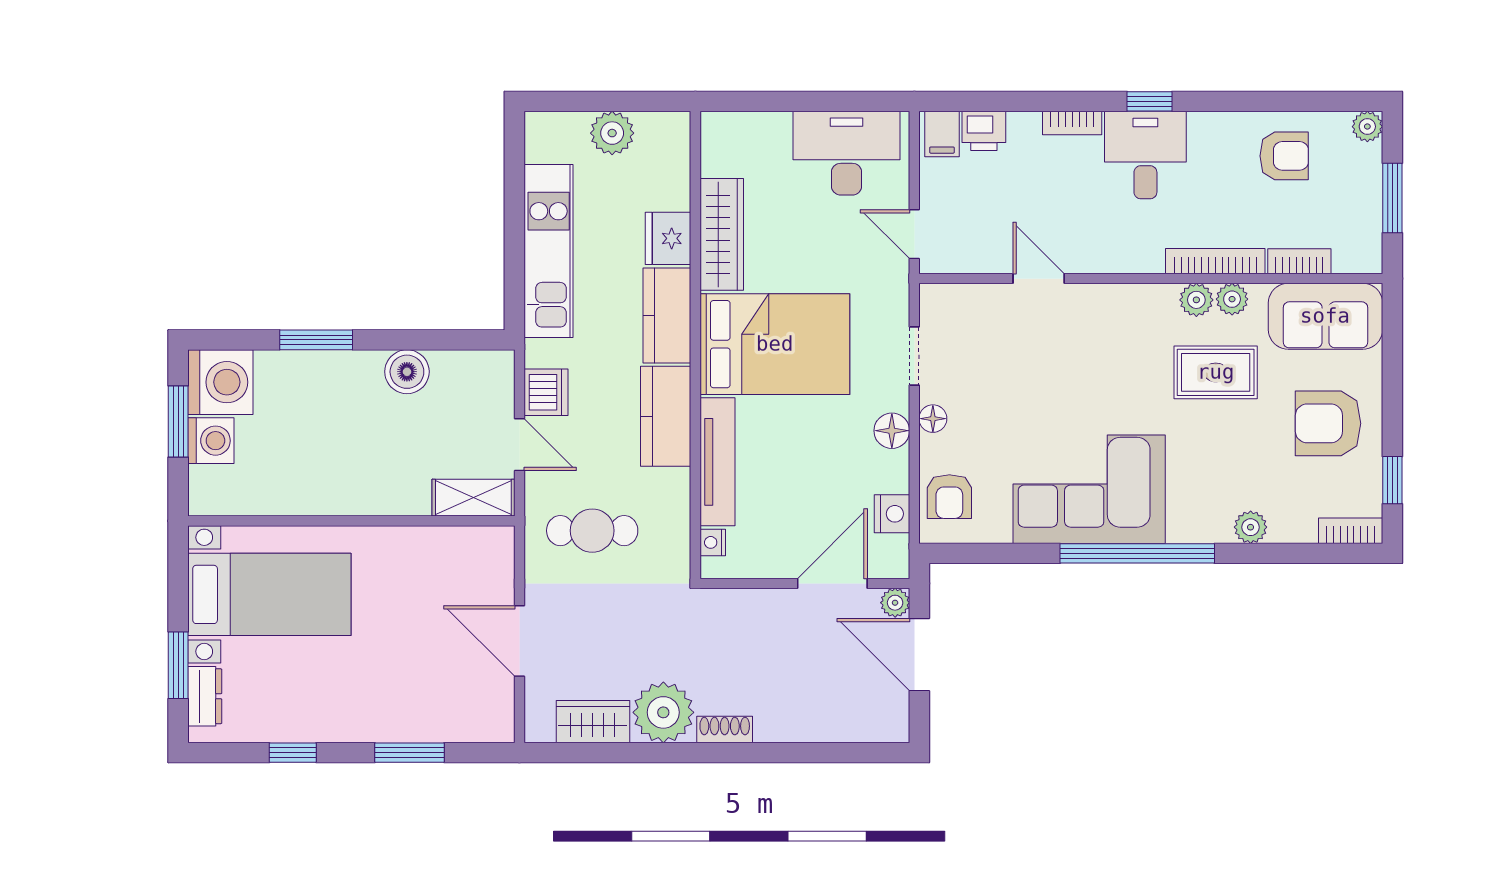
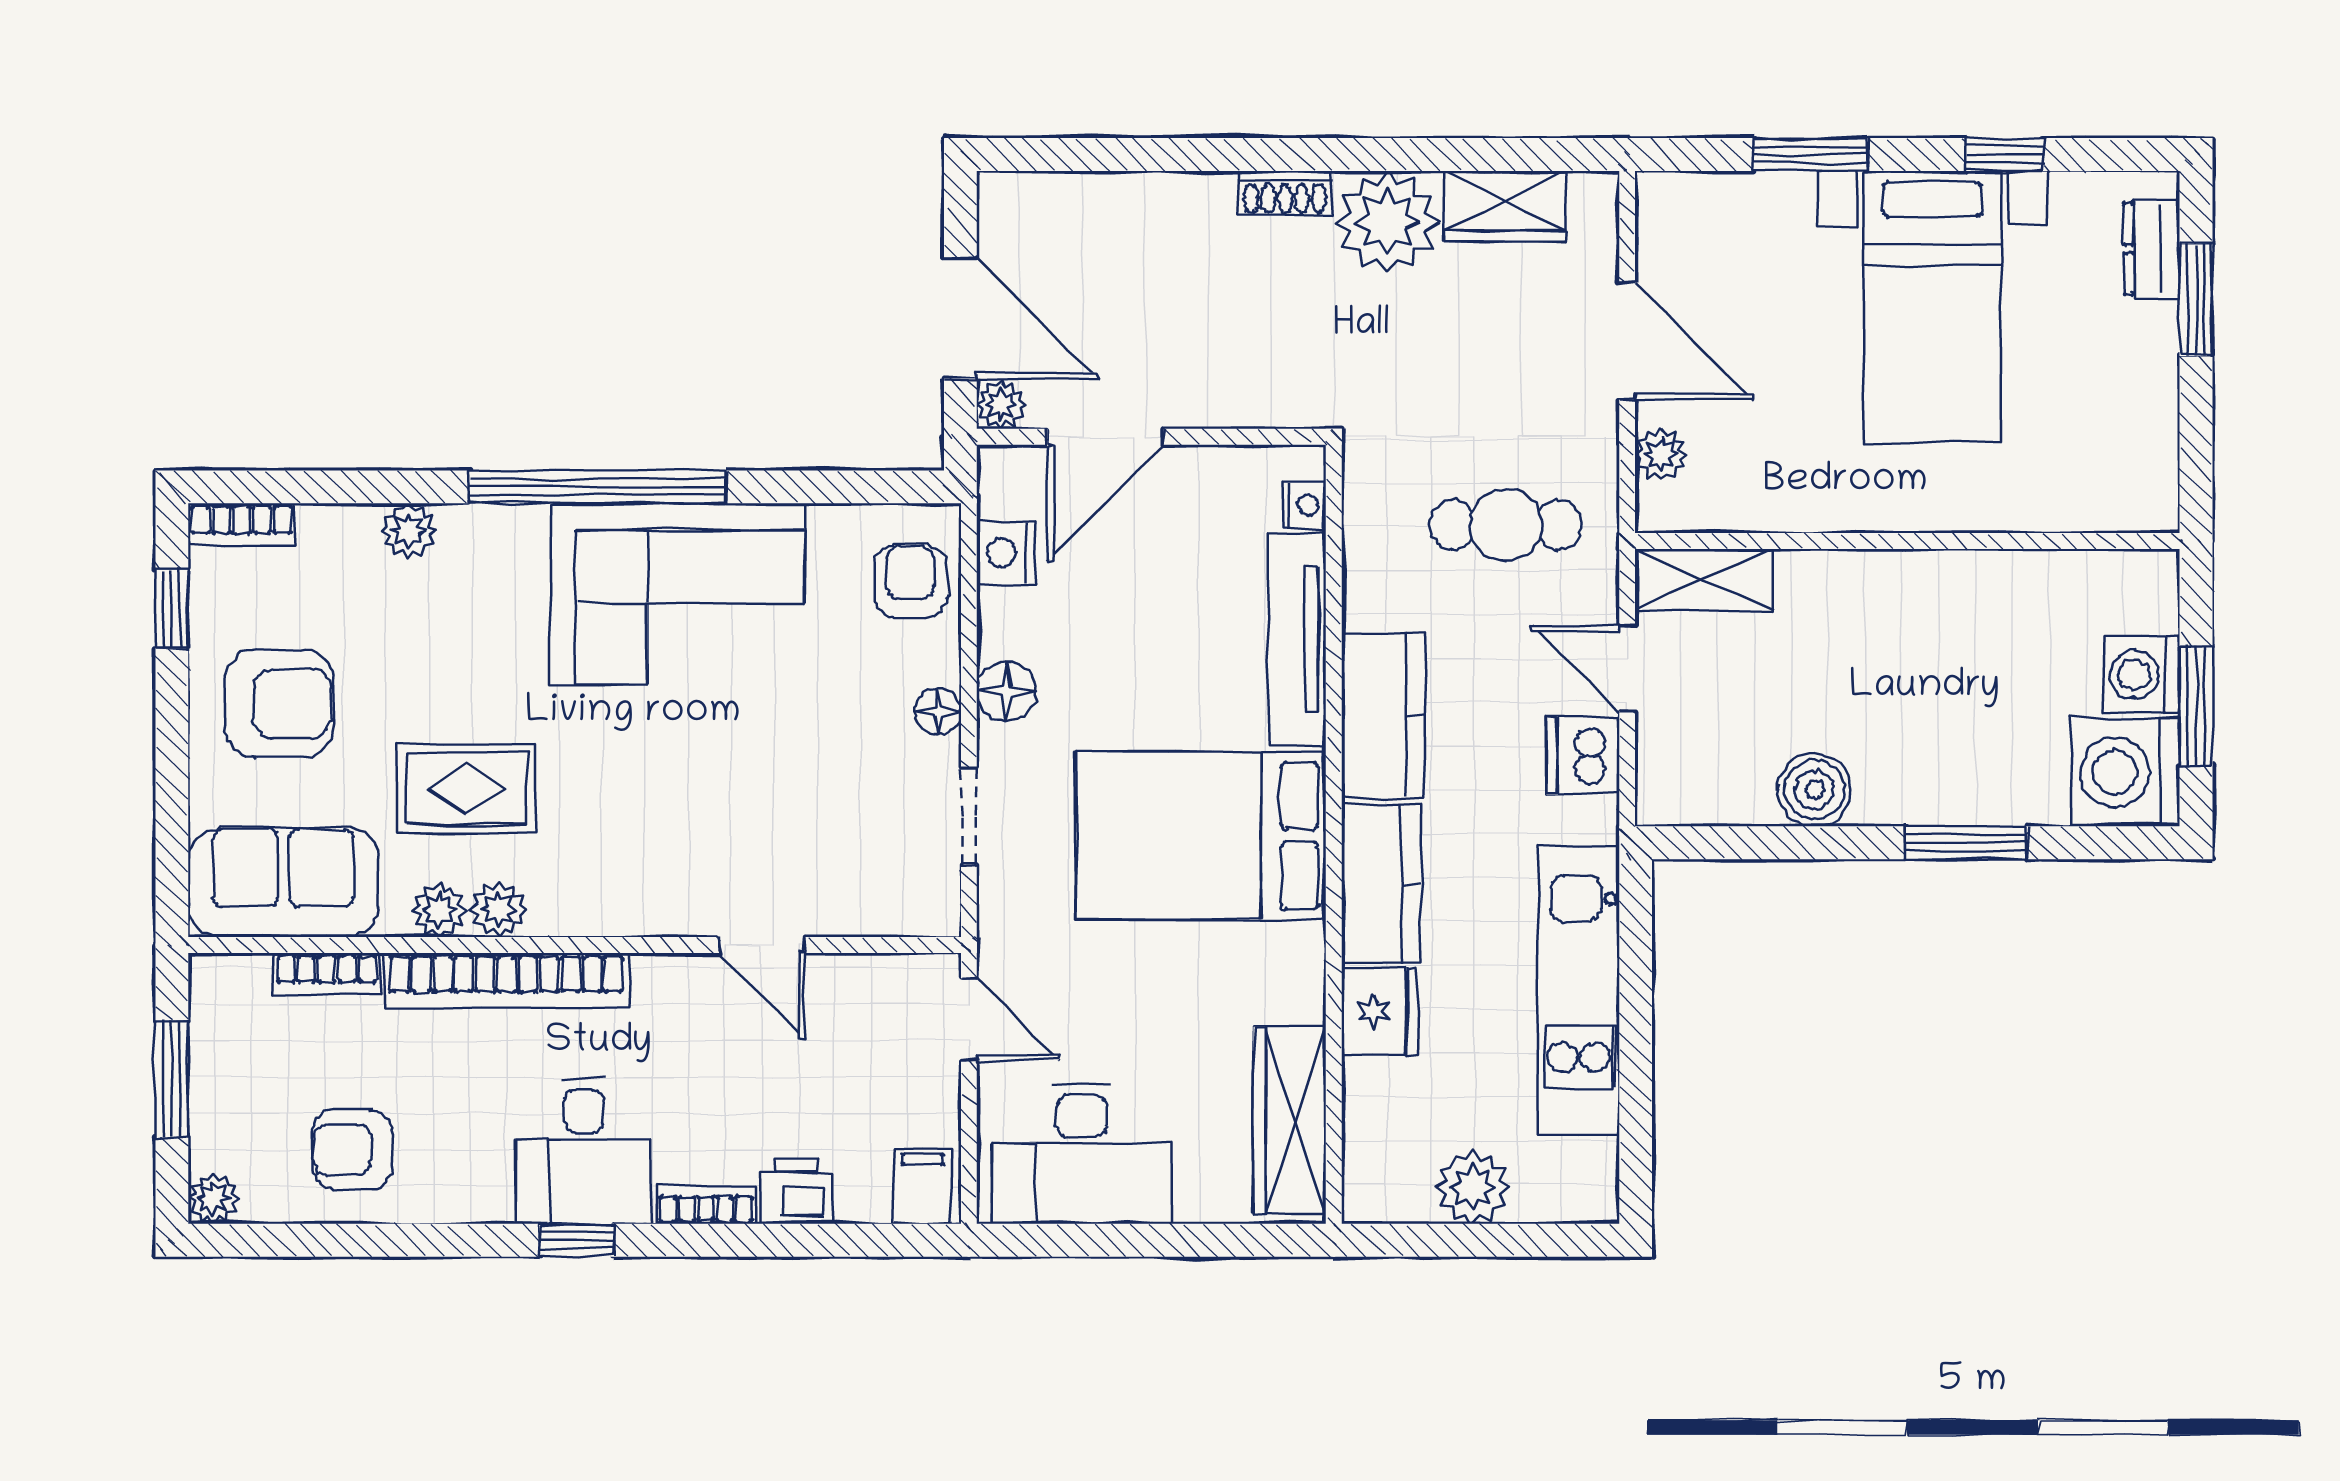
printer: (984, 131) -> (796, 1191), moved
wardrobe: (722, 234) -> (1290, 1120), moved
bookcase: (1215, 261) -> (507, 981), width x1.48, depth x1.31
plant: (499, 573) -> (1661, 454), added
bed with nightstands: (269, 594) -> (1932, 307), moved, turned -90

